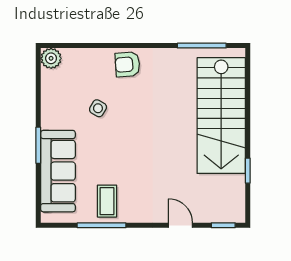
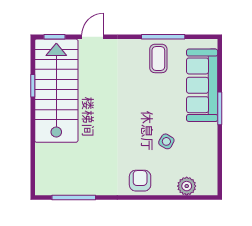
plant: (51, 58) -> (187, 186), moved
armchair: (127, 64) -> (140, 181), turned -86
stairs: (221, 116) -> (56, 91), moved
door: (180, 225) -> (93, 37), swing flipped

